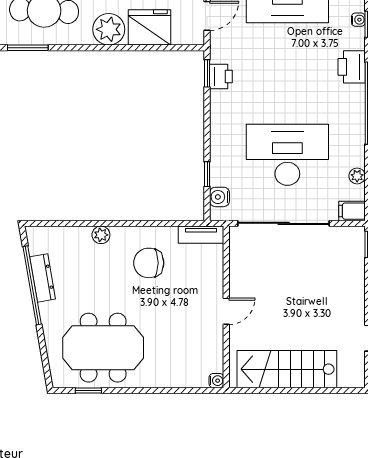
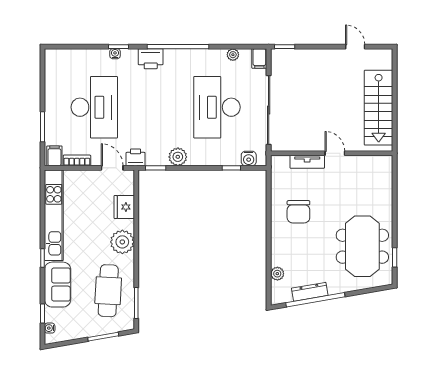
fridge: (149, 27) -> (124, 207), width x0.73, depth x0.75
printer: (221, 77) -> (136, 157), moved
plant: (222, 103) -> (178, 157), added
plant: (101, 235) -> (277, 274), moved
tv unit: (201, 235) -> (307, 162), moved, turned 90
water cooler: (216, 381) -> (387, 161), removed

